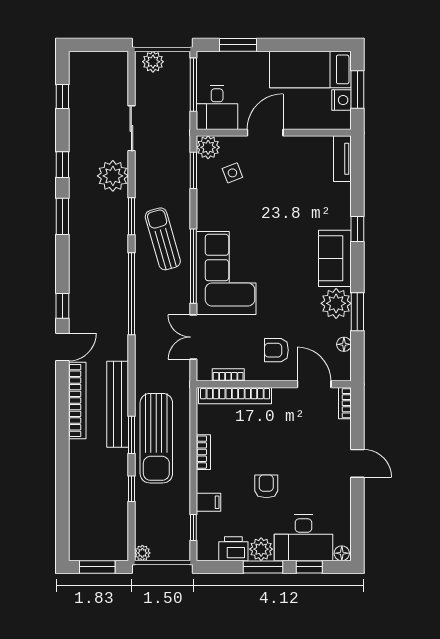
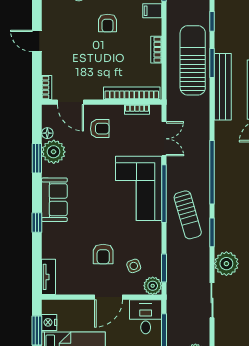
armchair: (272, 188) -> (103, 254), added
plant: (336, 303) -> (54, 152), moved

